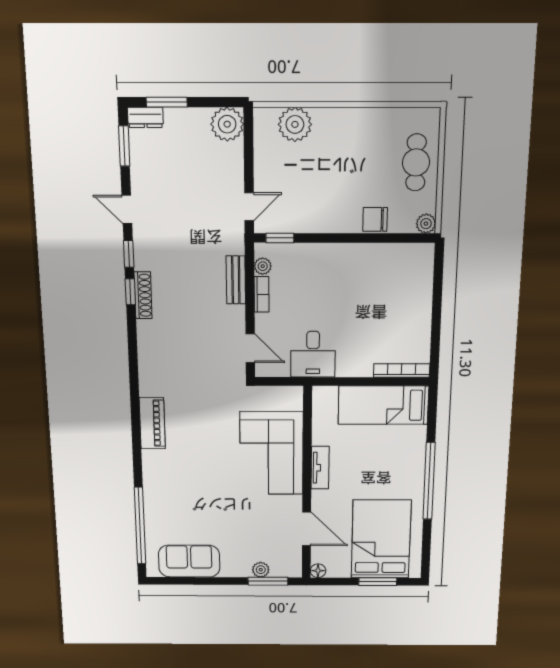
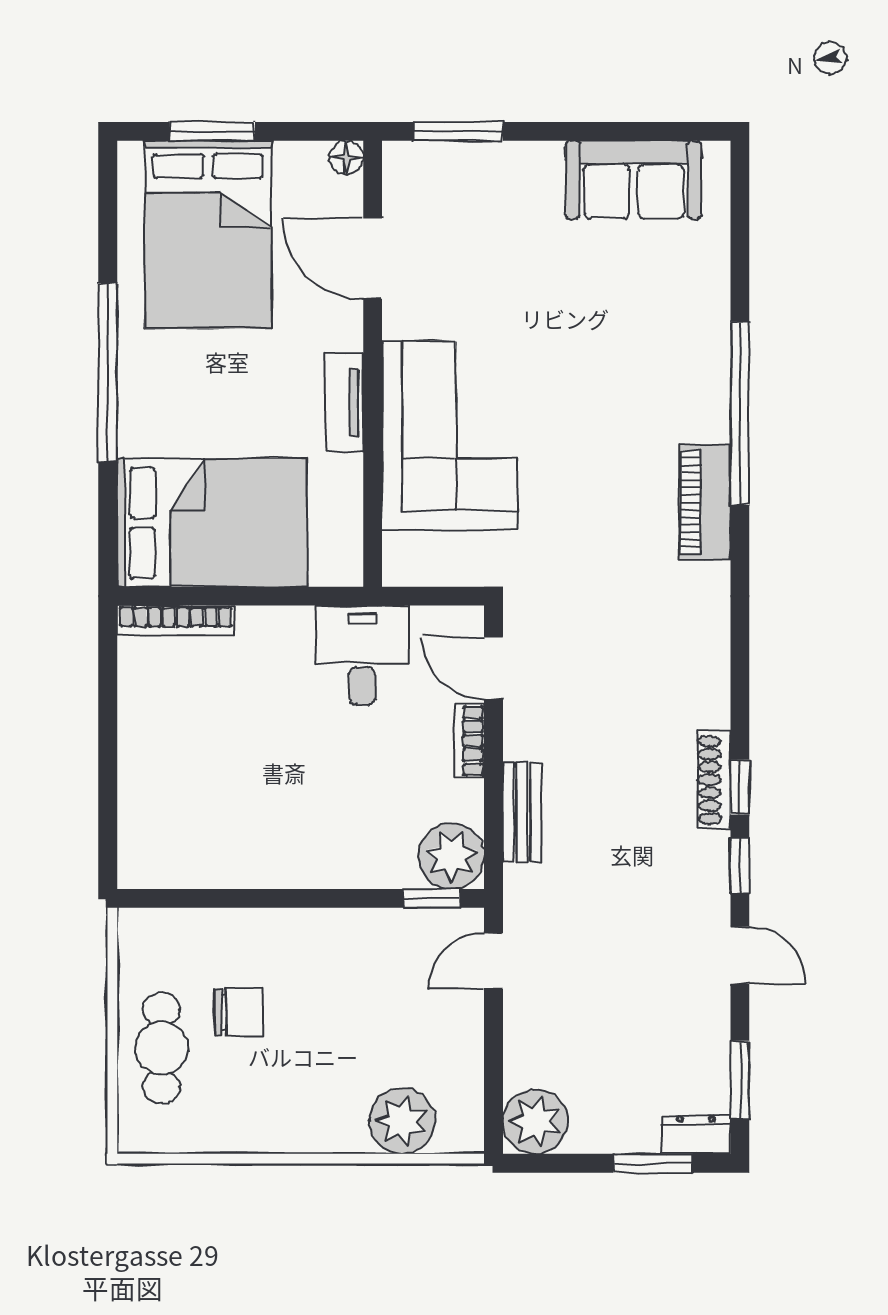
chair: (375, 219) -> (238, 1012), moved
plant: (426, 224) -> (137, 927), removed
plant: (263, 266) -> (451, 856), width x1.87, depth x1.87
bookcase: (262, 294) -> (469, 741), moved
bed: (383, 405) -> (212, 523), width x1.50
window: (140, 526) -> (740, 413), moved
plant: (261, 570) -> (474, 160), removed

